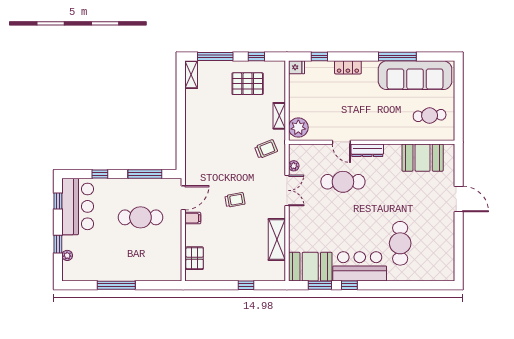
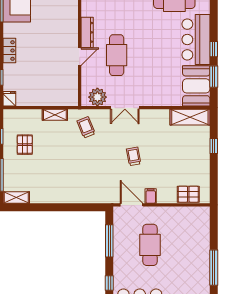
pallet: (248, 84) -> (25, 145), width x0.67, depth x0.71
plant: (298, 128) -> (66, 97), removed
plant: (294, 166) -> (97, 97), width x1.88, depth x1.88
double door: (287, 190) -> (125, 108), swing flipped
shelving: (277, 240) -> (190, 117), moved

